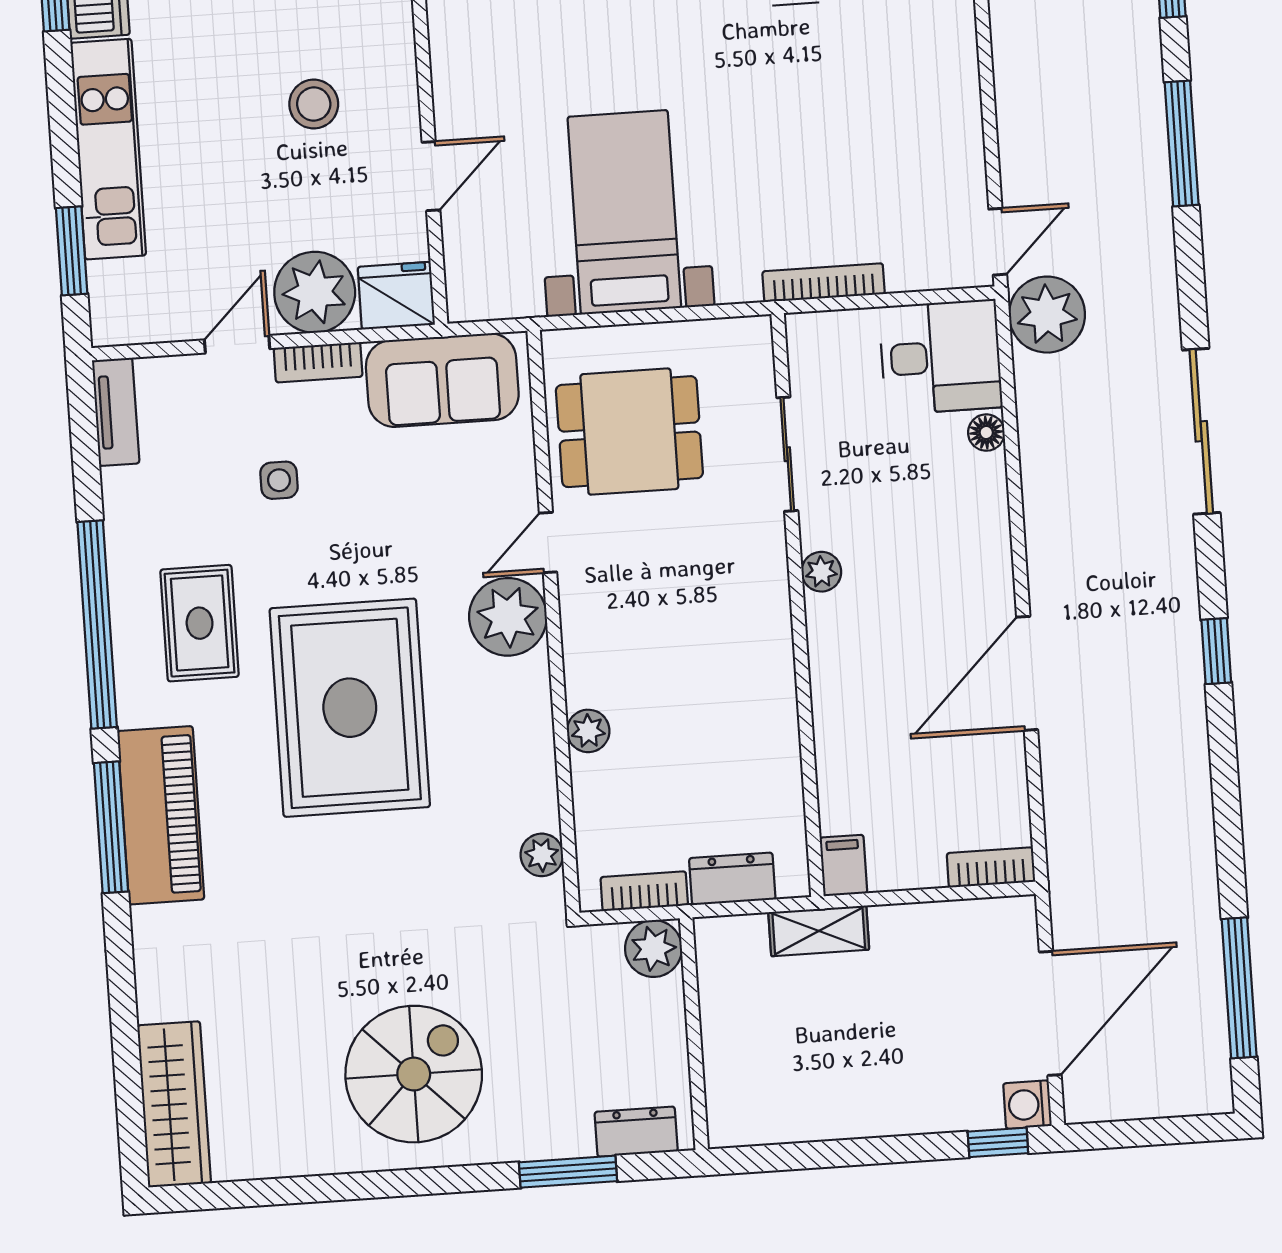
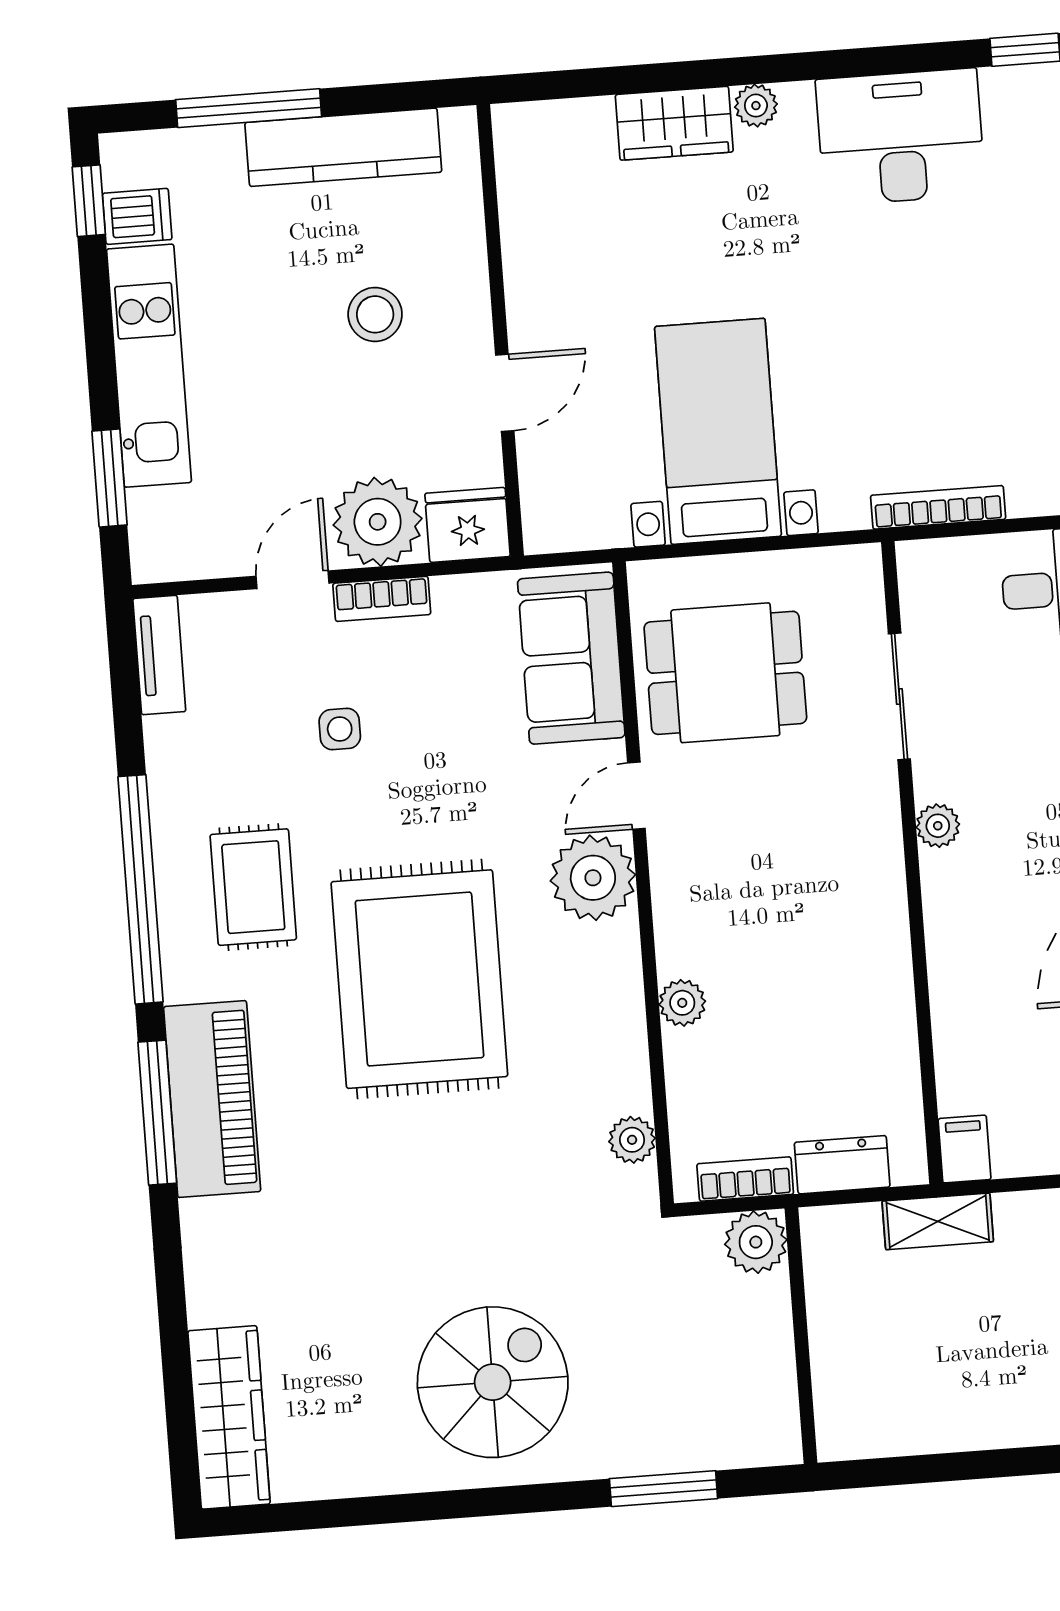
sofa: (442, 380) -> (571, 658), moved, turned 90
dresser: (636, 1132) -> (738, 1444), removed

